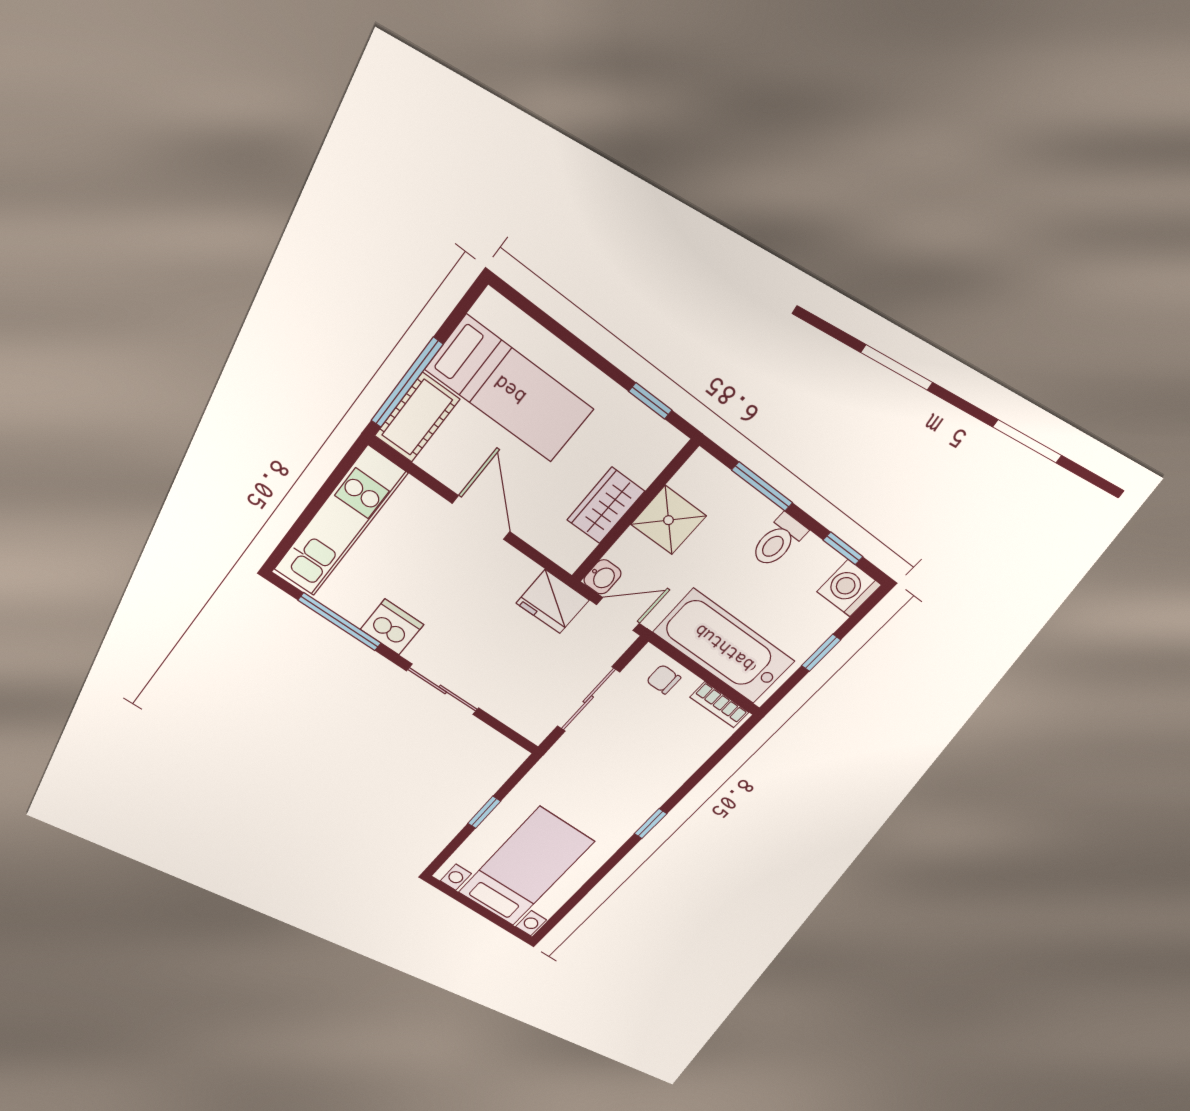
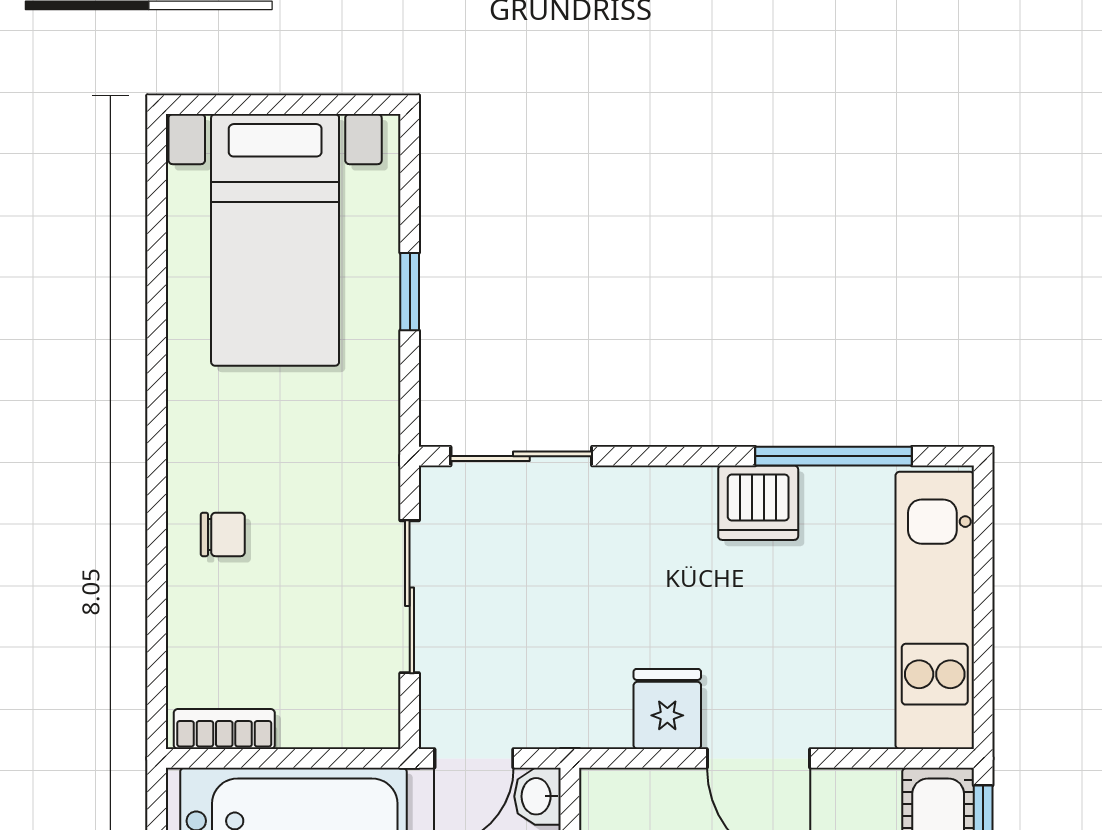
fridge: (553, 602) -> (667, 709), moved, width x0.72
chair: (664, 679) -> (223, 534), moved
sliding door: (443, 689) -> (521, 456), moved
window: (651, 824) -> (157, 460), removed

